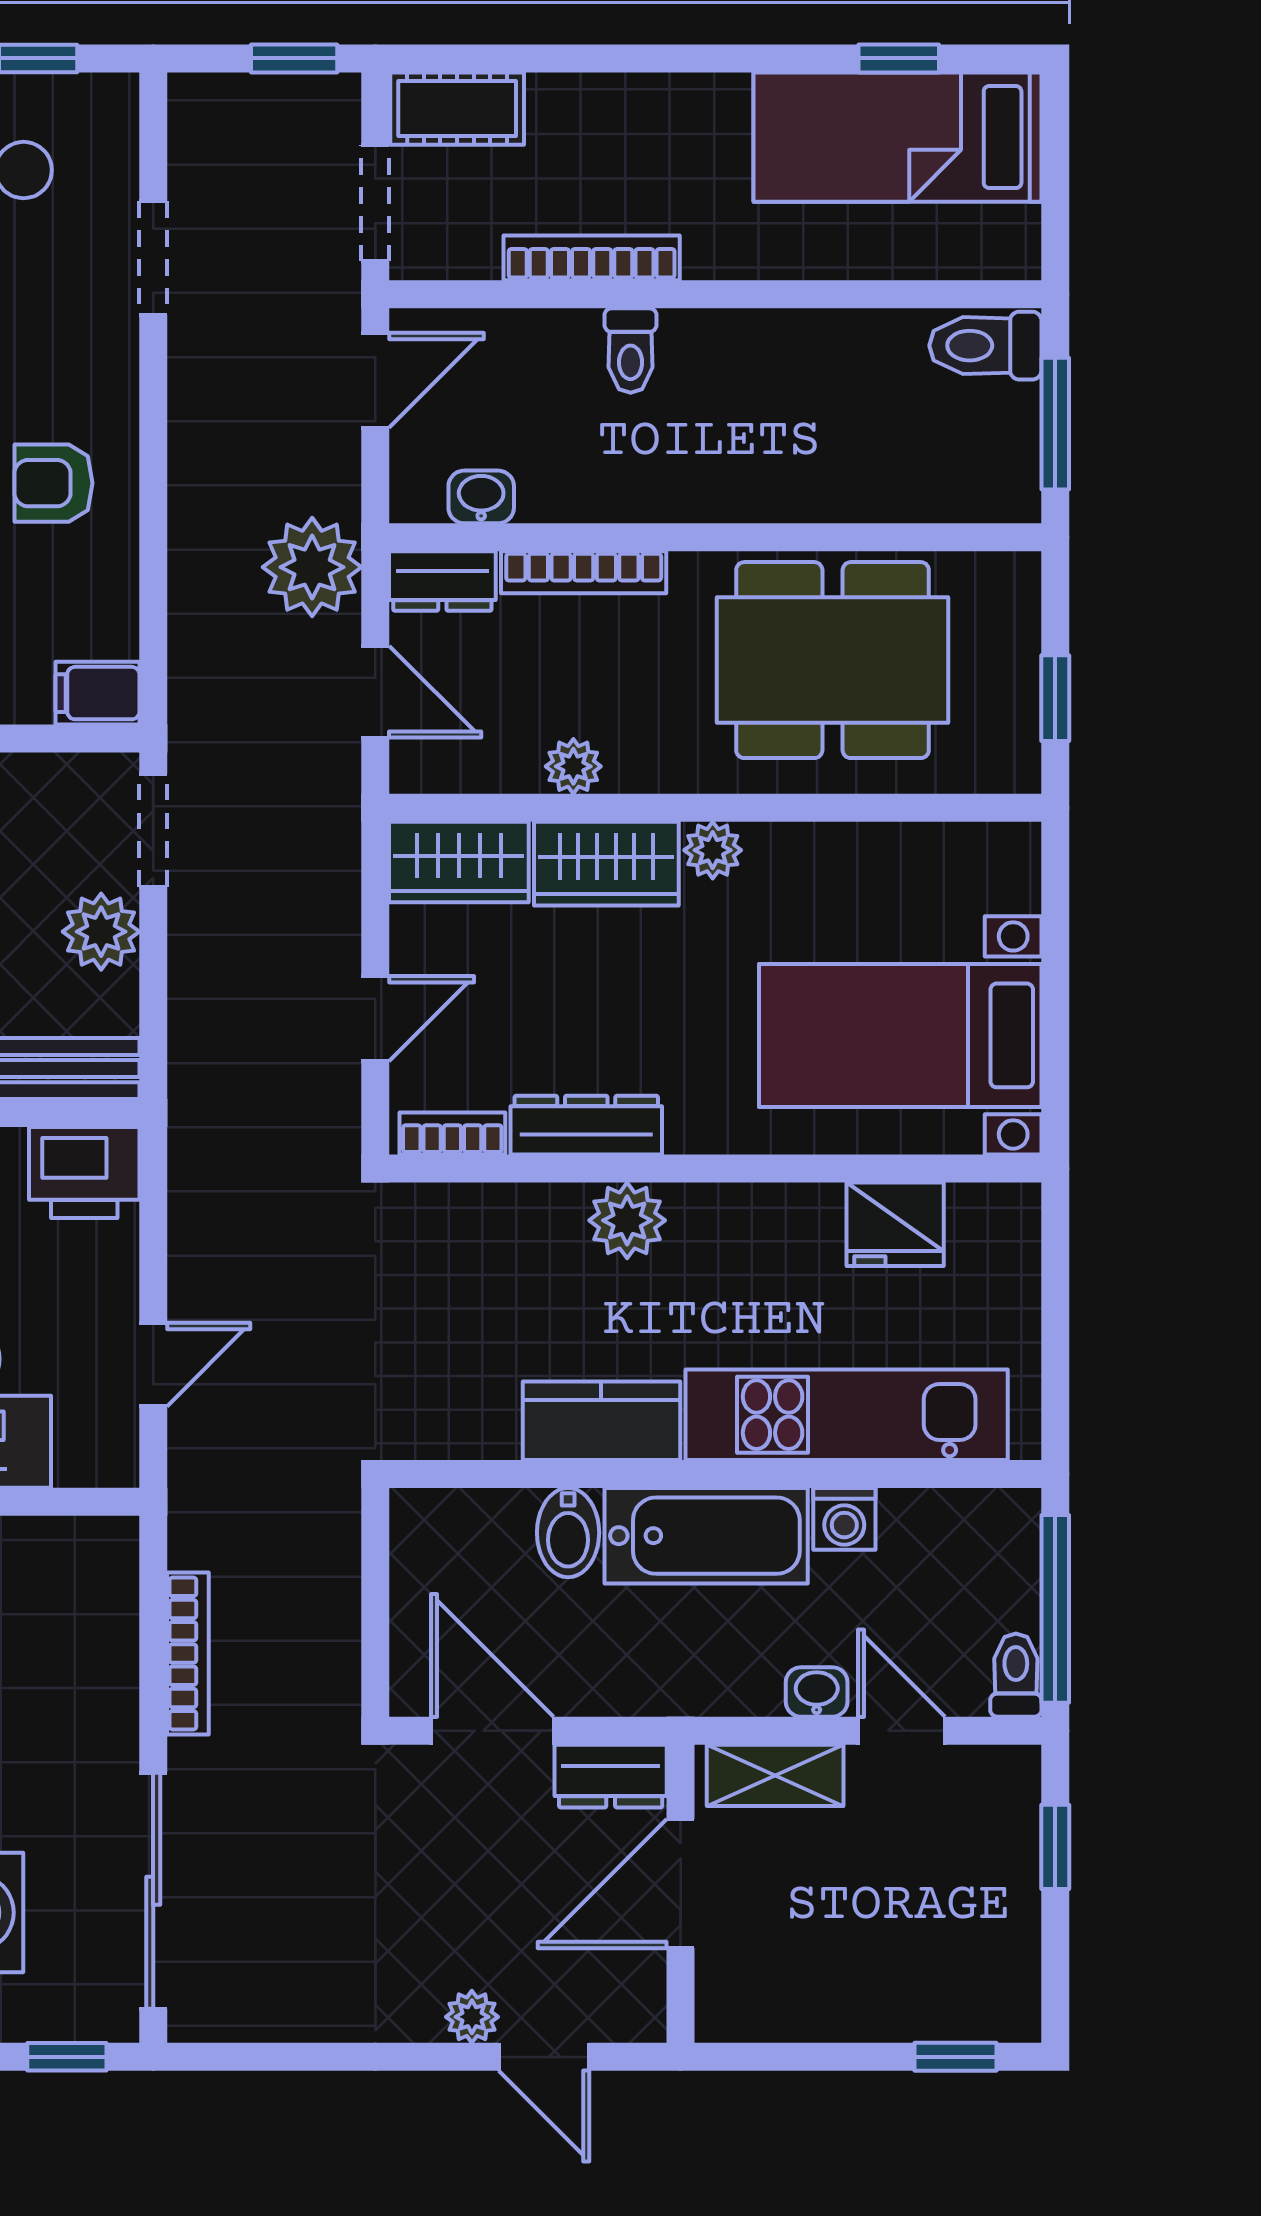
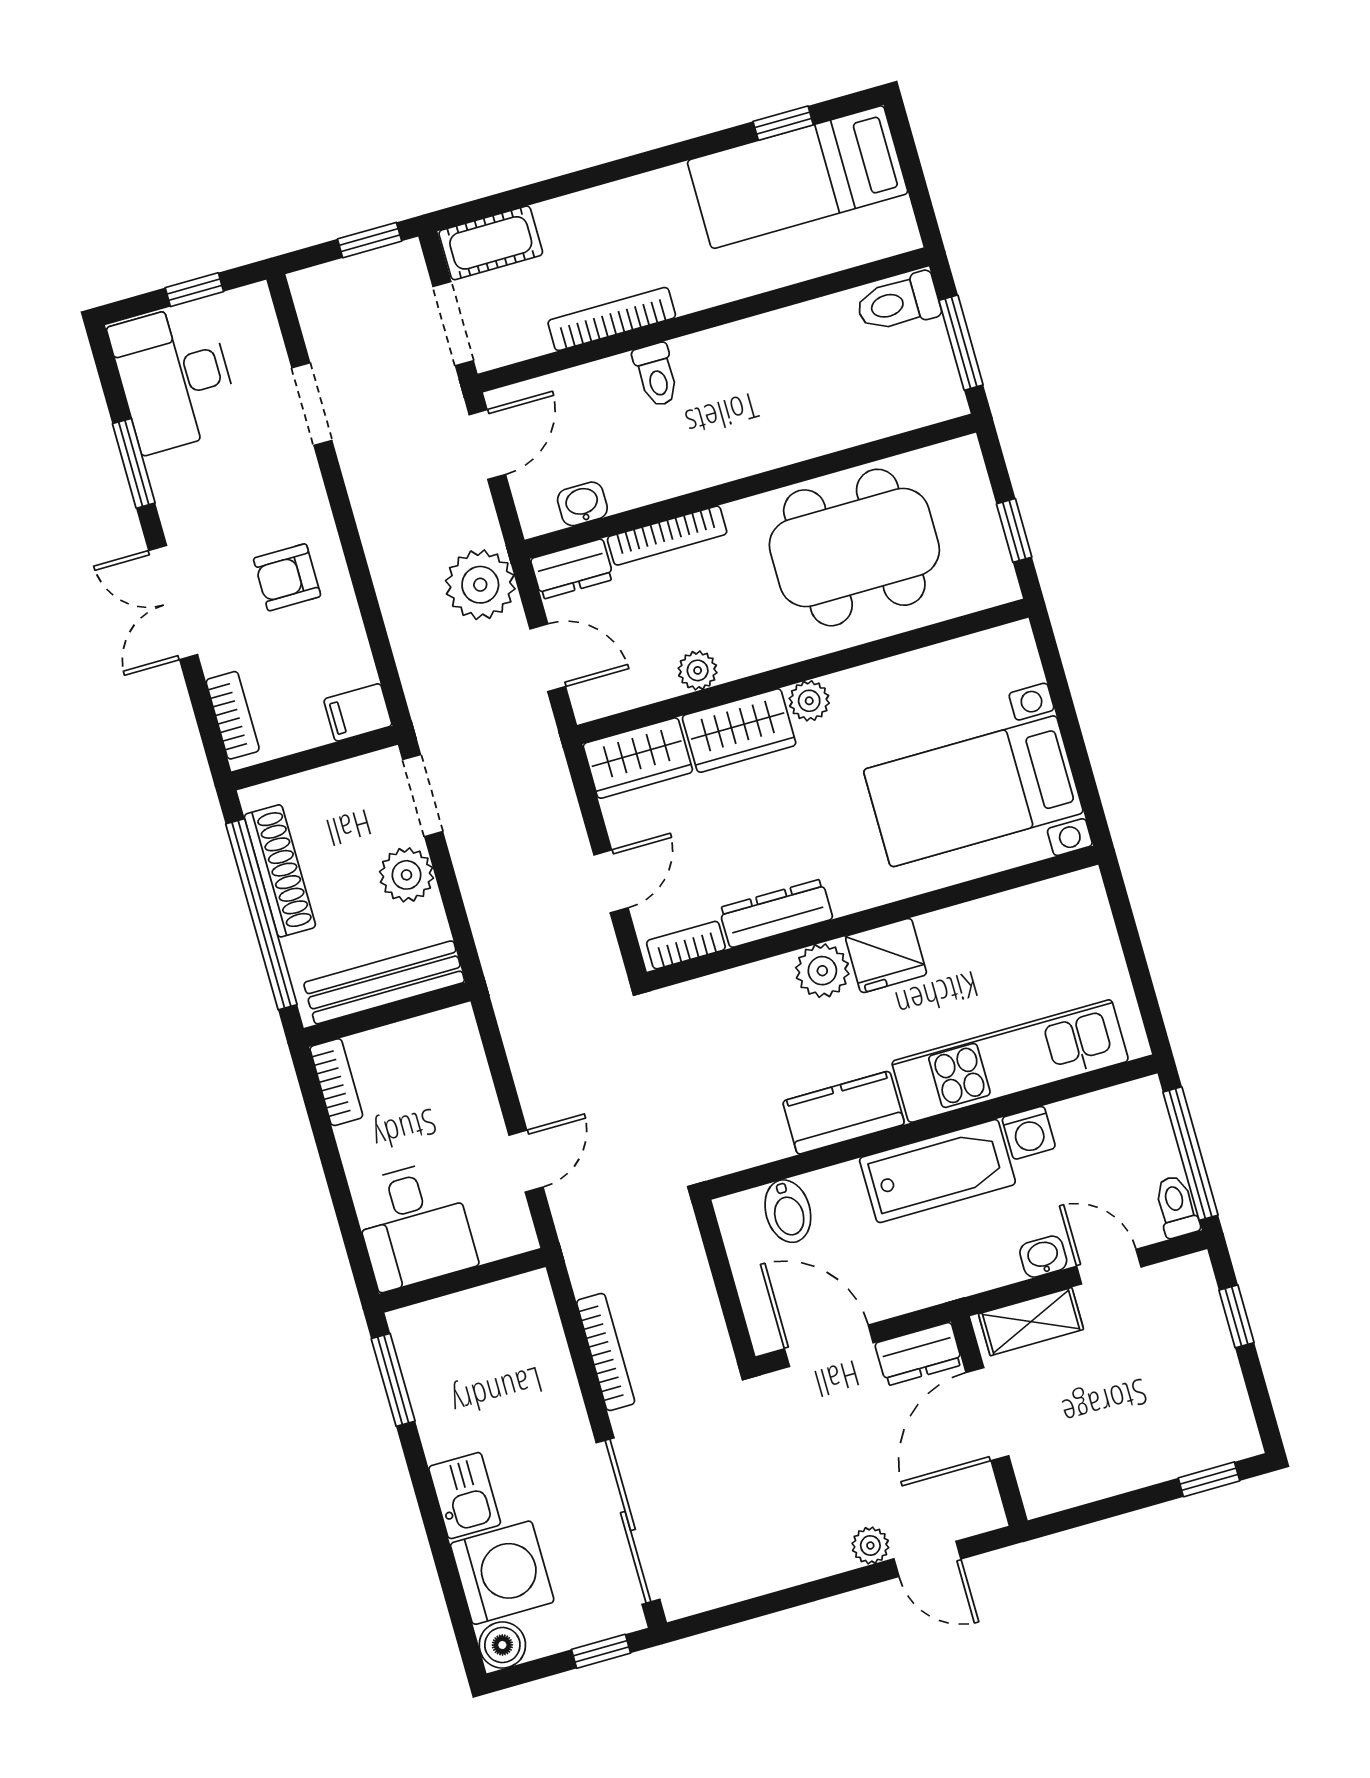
printer: (84, 1173) -> (442, 1043), removed
fridge: (895, 1224) -> (886, 955), moved
bidet: (568, 1533) -> (788, 1211), moved

